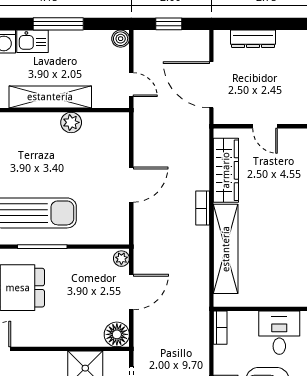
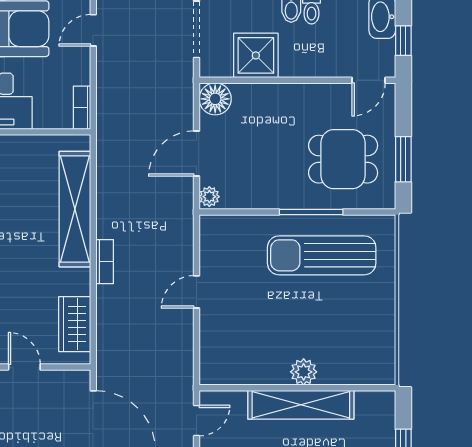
door: (131, 85) -> (197, 421), swing flipped
plant: (71, 122) -> (304, 372), moved
wardrobe: (226, 170) -> (75, 324), width x0.67
door: (131, 185) -> (197, 292), width x0.73

